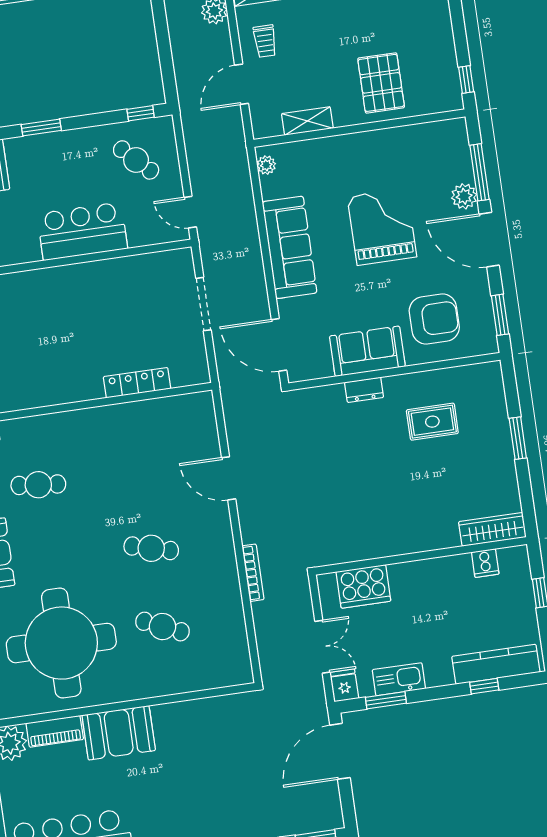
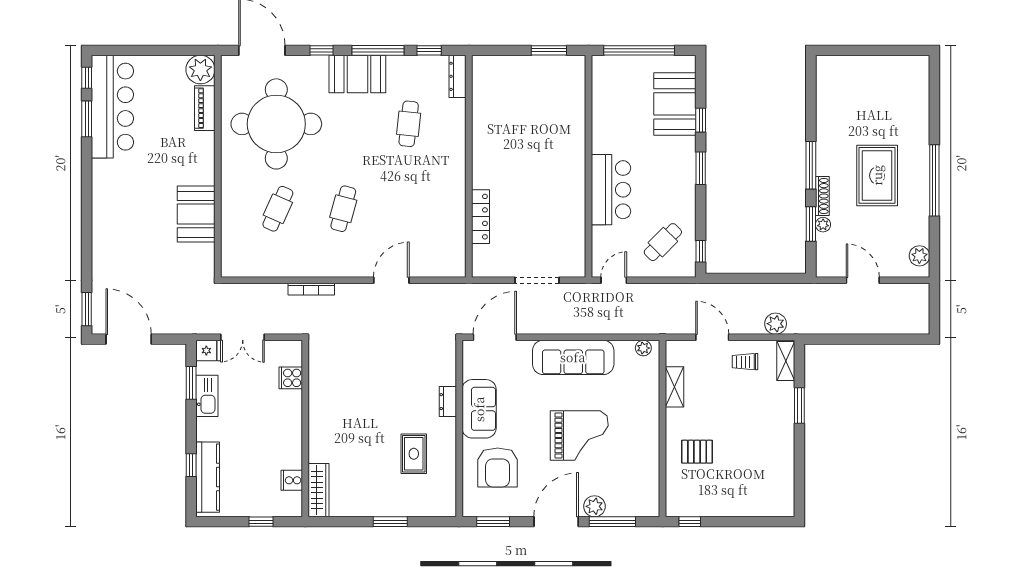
pallet: (381, 83) -> (697, 452), width x0.67, depth x0.71
cooker: (363, 586) -> (291, 378), width x0.53, depth x0.76
booth: (119, 733) -> (196, 214), moved
door: (340, 751) -> (129, 339), moved

